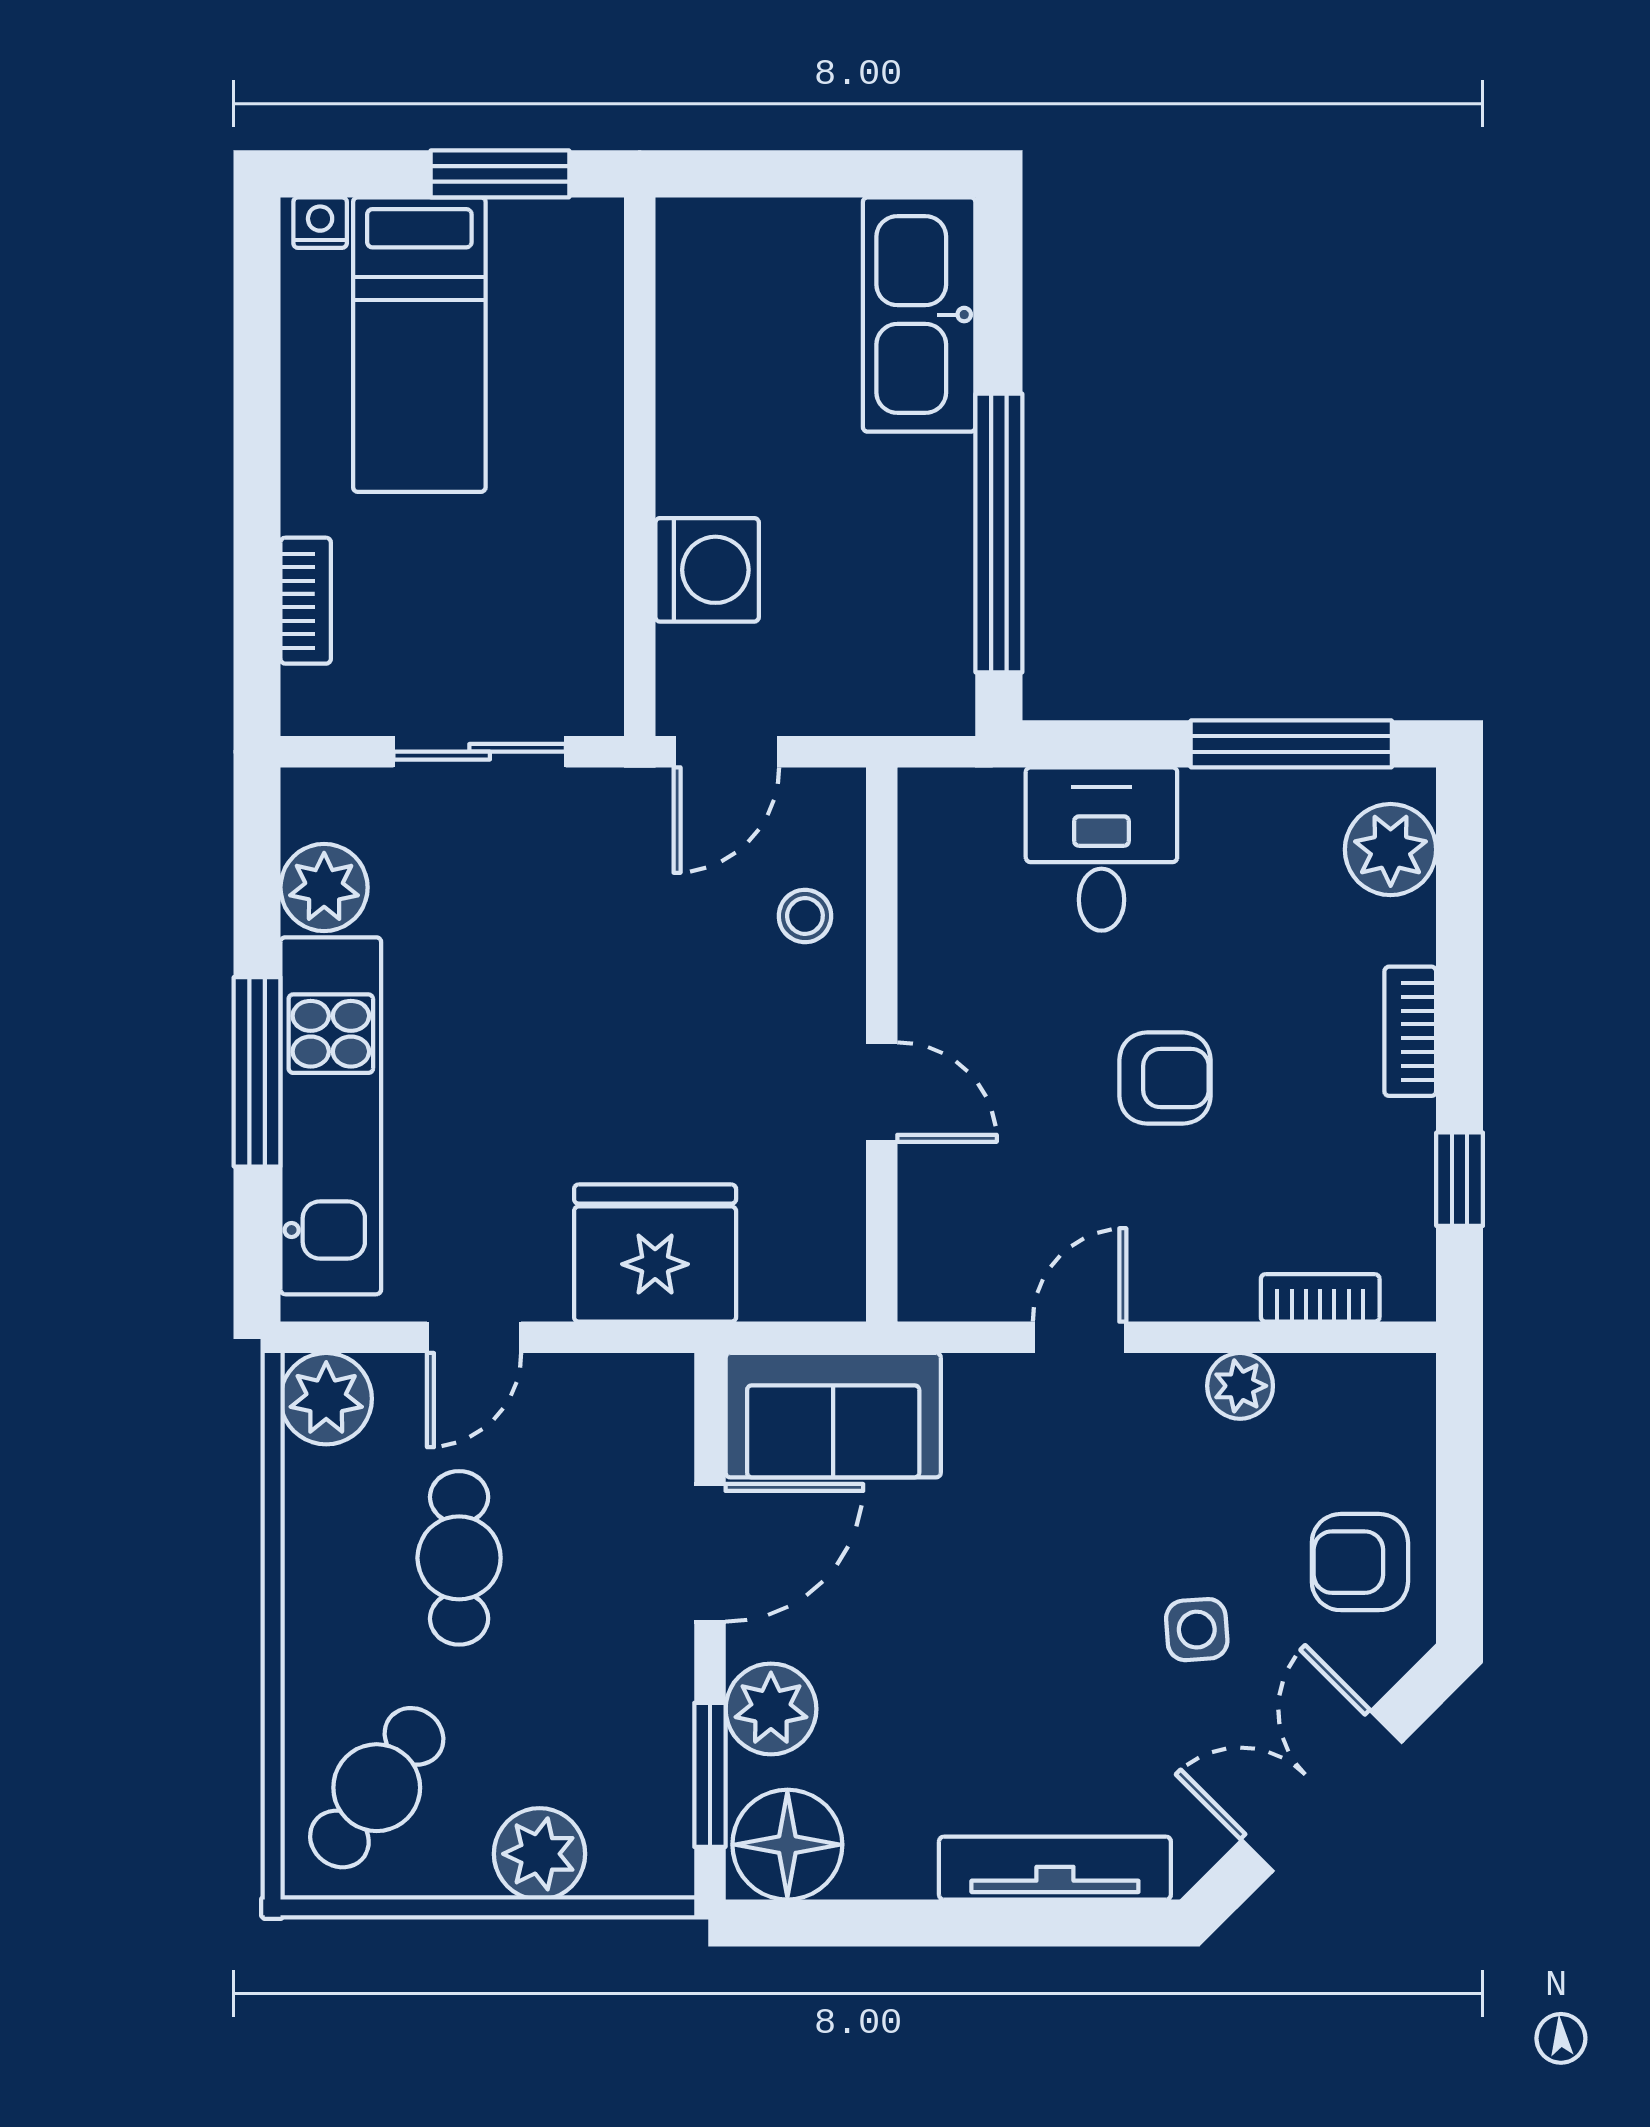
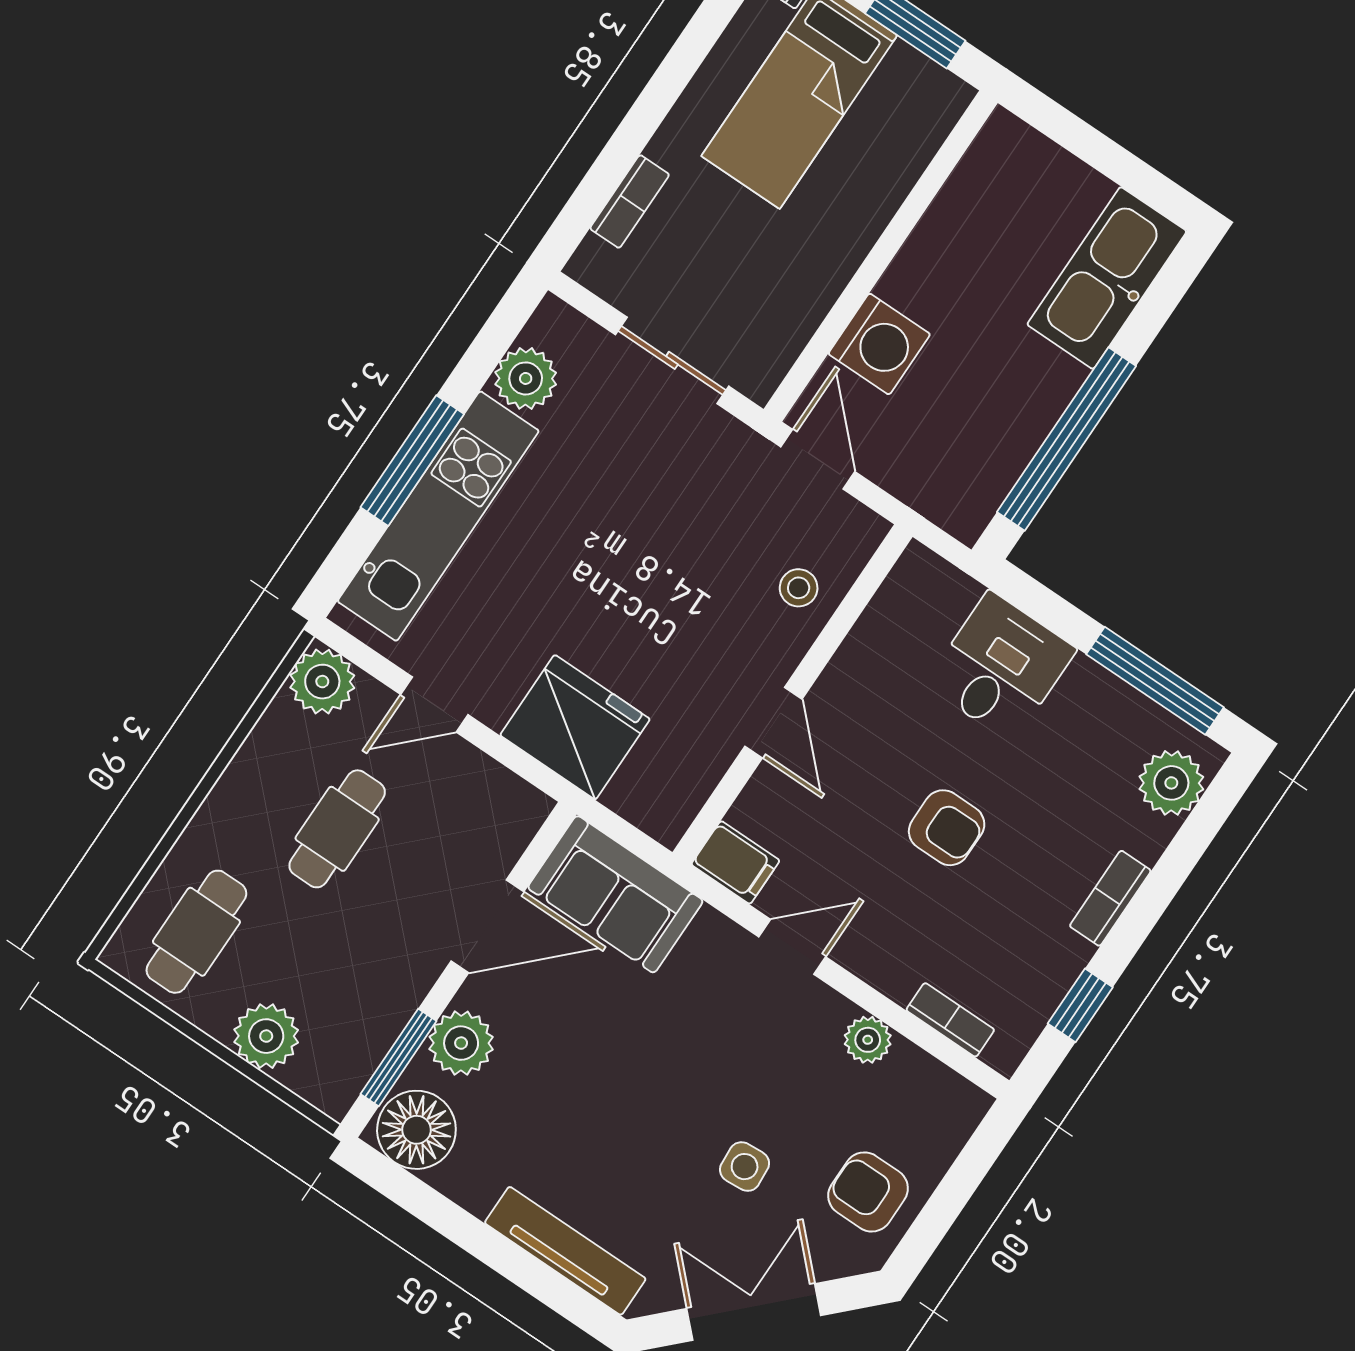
door: (726, 752) -> (818, 459), swing flipped
filing cabinet: (947, 1284) -> (735, 863), added
cafe table: (377, 1788) -> (196, 932), turned -36

